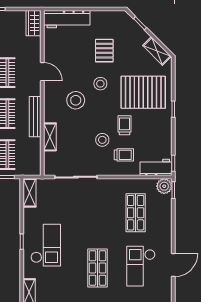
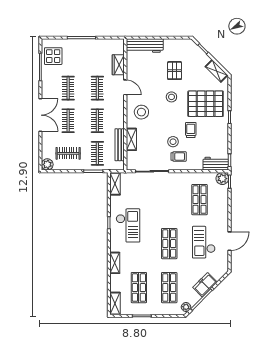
wardrobe: (33, 23) -> (118, 65), moved
stool: (76, 100) -> (141, 112), moved
bench: (35, 117) -> (120, 145), moved
trolley: (124, 155) -> (179, 156), moved

